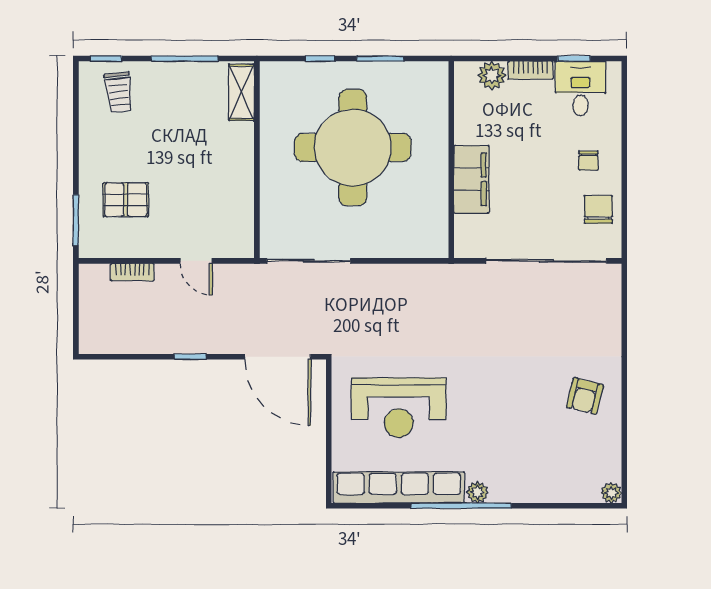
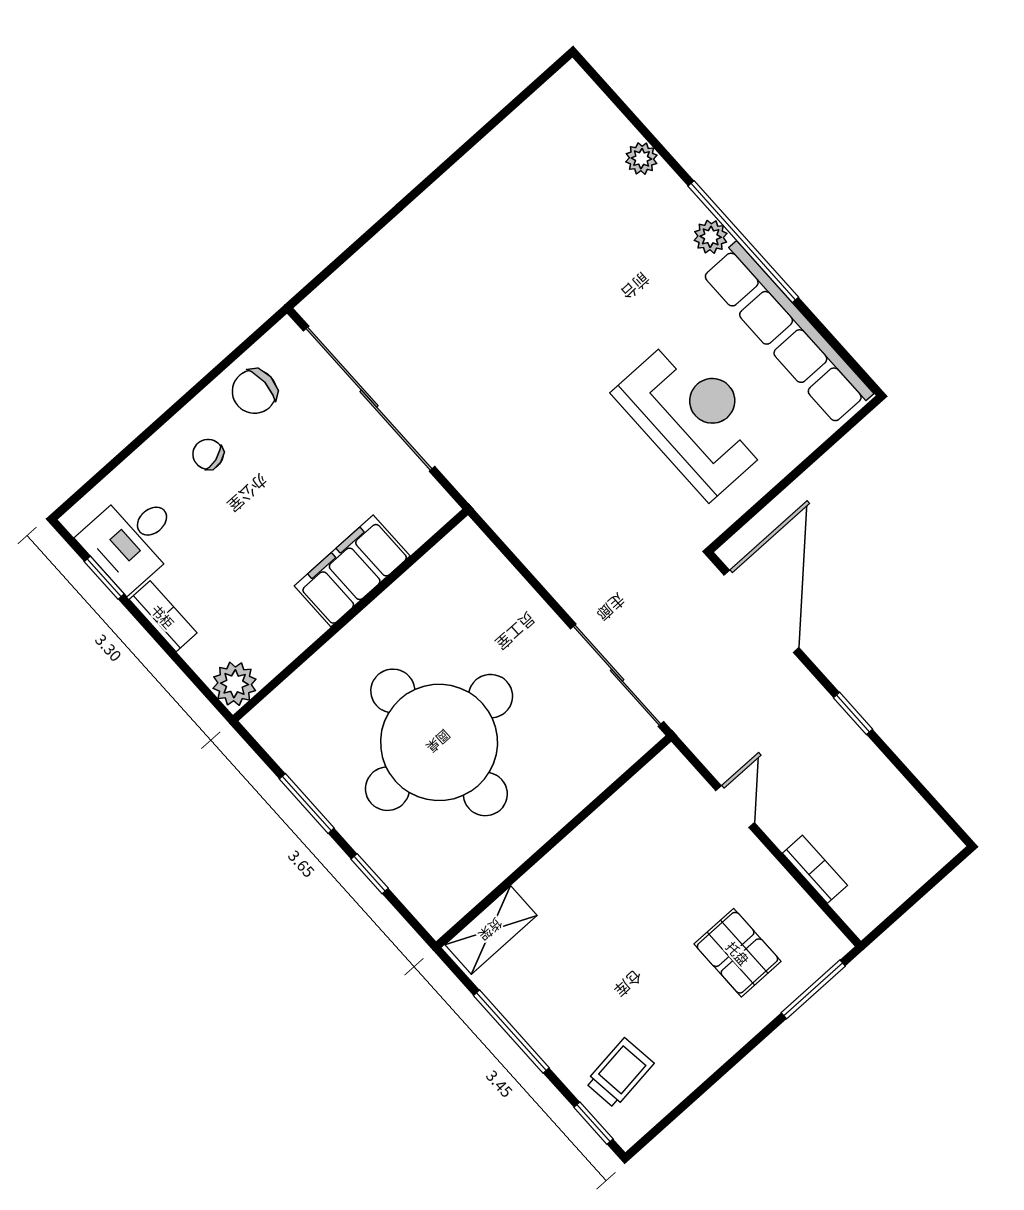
plant: (492, 75) -> (235, 684), moved
chair: (588, 161) -> (208, 454), turned -106
armchair: (585, 396) -> (486, 212), removed
plant: (611, 493) -> (641, 159), moved

